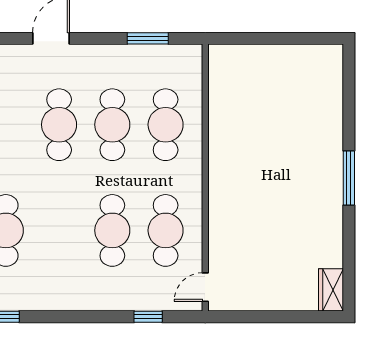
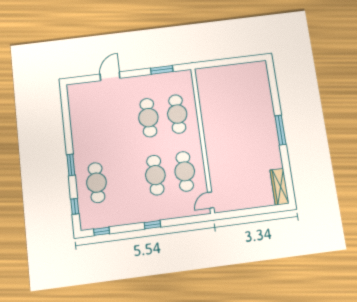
cafe table: (59, 125) -> (119, 121), removed
wardrobe: (331, 290) -> (279, 187), width x1.50
window: (148, 317) -> (152, 225), moved

